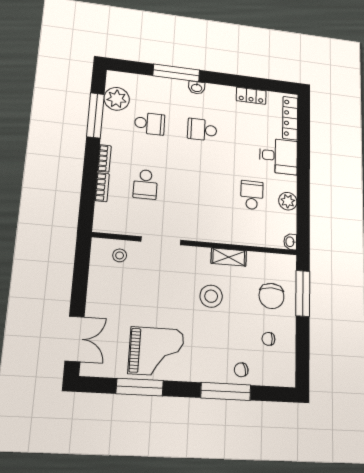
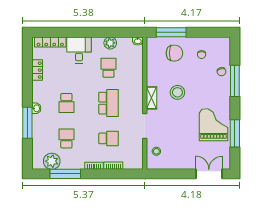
school desk: (199, 190) -> (108, 103), added
school desk: (252, 195) -> (108, 68), turned 90
shelving: (229, 257) -> (152, 98), moved

